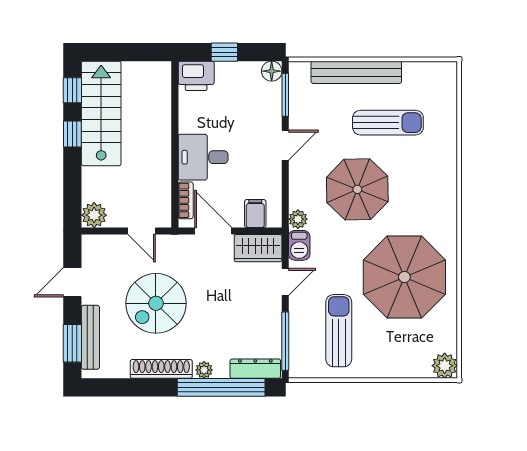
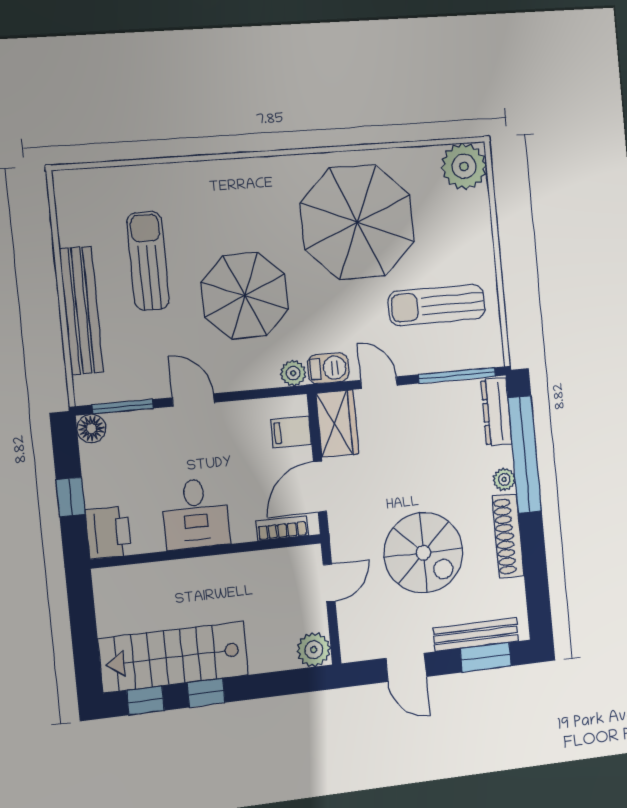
desk: (203, 157) -> (195, 514), moved
plant: (445, 366) -> (464, 166), width x1.36, depth x1.36

